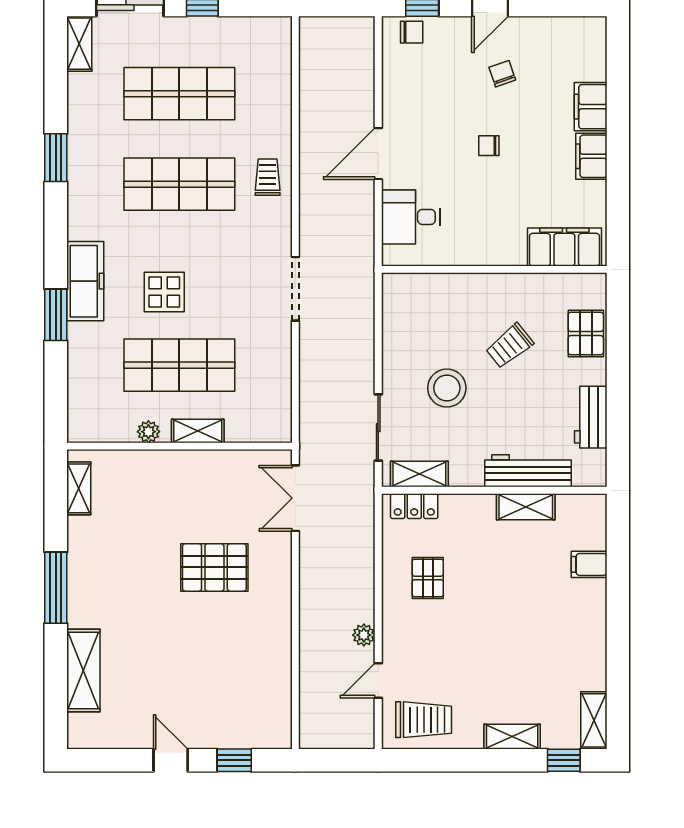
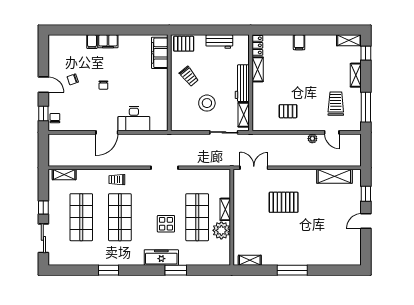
shelving: (79, 44) -> (64, 174), moved
filing cabinet: (591, 107) -> (92, 42), width x0.50
door: (378, 154) -> (107, 132), hinge flipped
desk: (411, 217) -> (134, 118), width x1.37
filing cabinet: (564, 247) -> (160, 53), moved
wall: (494, 269) -> (169, 83), moved
plant: (148, 432) -> (221, 230), width x1.87, depth x1.87
workbench: (528, 471) -> (242, 83), moved
double door: (295, 498) -> (254, 168), swing flipped
locker: (414, 506) -> (257, 45), moved
filing cabinet: (589, 564) -> (299, 42), moved
pallet: (214, 567) -> (284, 202), turned 90
shelving: (83, 671) -> (334, 176), moved
trolley: (424, 720) -> (336, 104), moved
window: (437, 760) -> (366, 107), added

